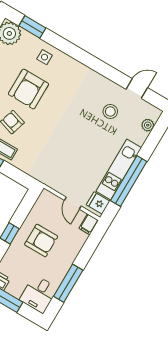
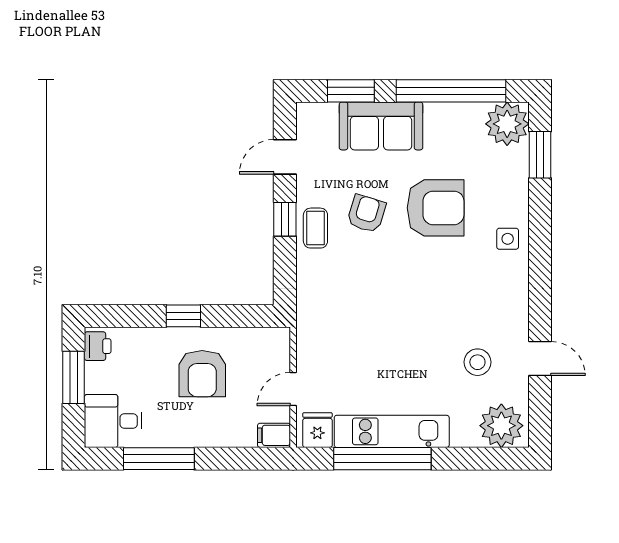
side table: (45, 57) -> (508, 239), moved
armchair: (28, 89) -> (436, 208), turned 180
door: (137, 89) -> (540, 358), moved
plant: (148, 125) -> (501, 426), width x1.88, depth x1.88

